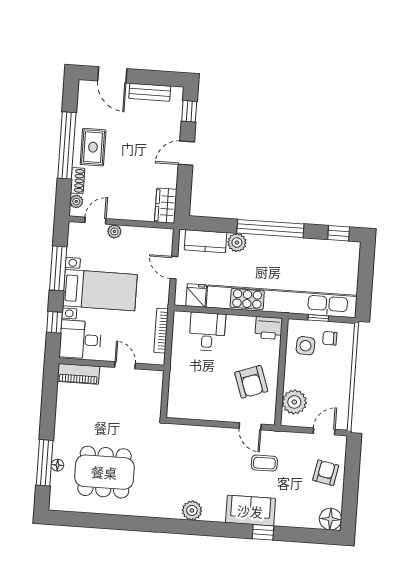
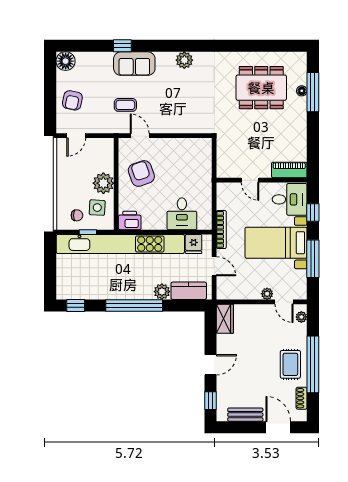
shoe rack: (78, 181) -> (302, 398), moved
door: (95, 221) -> (284, 302), hinge flipped
bookcase: (161, 331) -> (221, 229), moved
plant: (294, 402) -> (103, 183), moved

